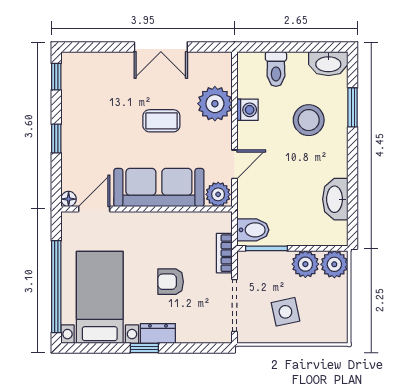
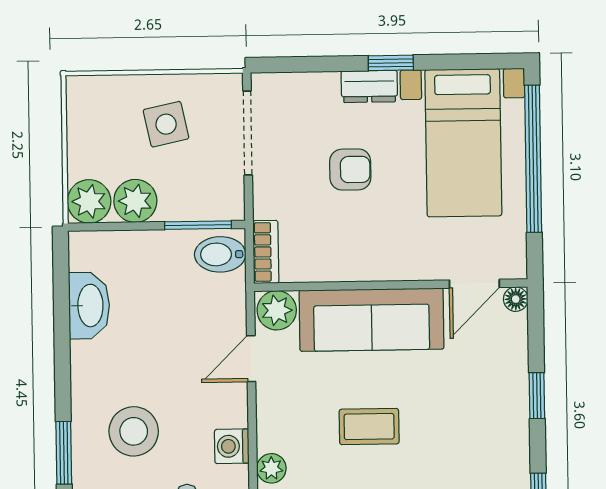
plant: (215, 104) -> (271, 468), width x0.53, depth x0.53
bookcase: (224, 253) -> (266, 252), moved

